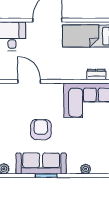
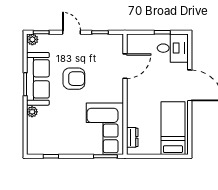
plant: (86, 169) -> (32, 112), moved

